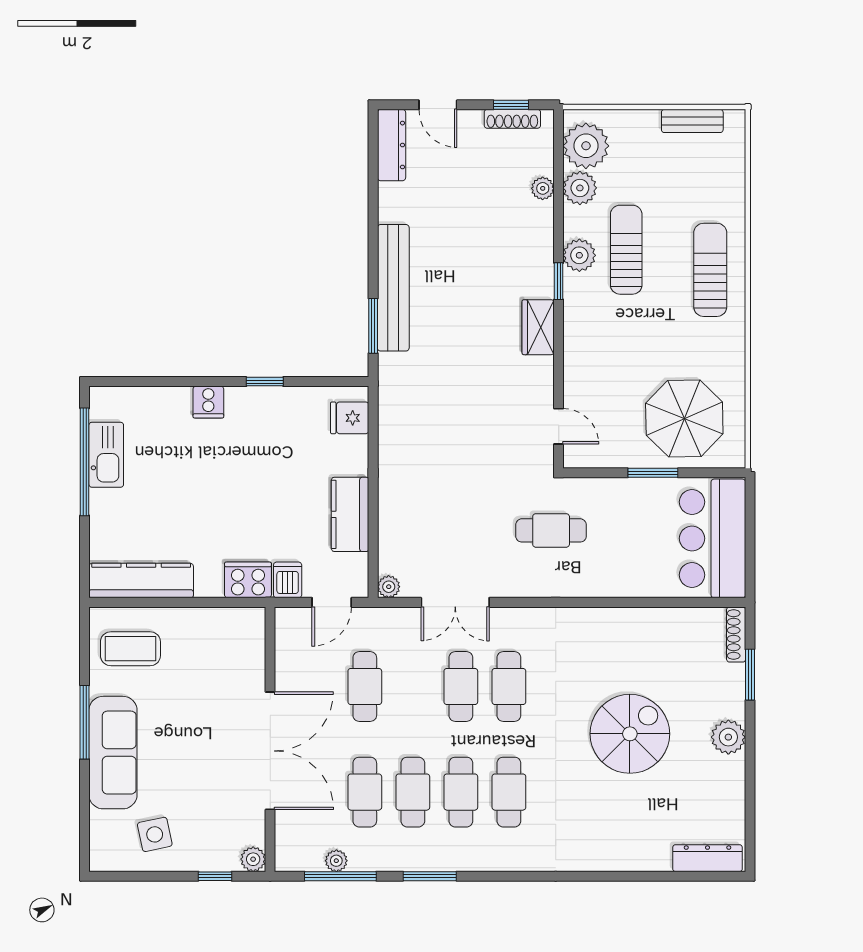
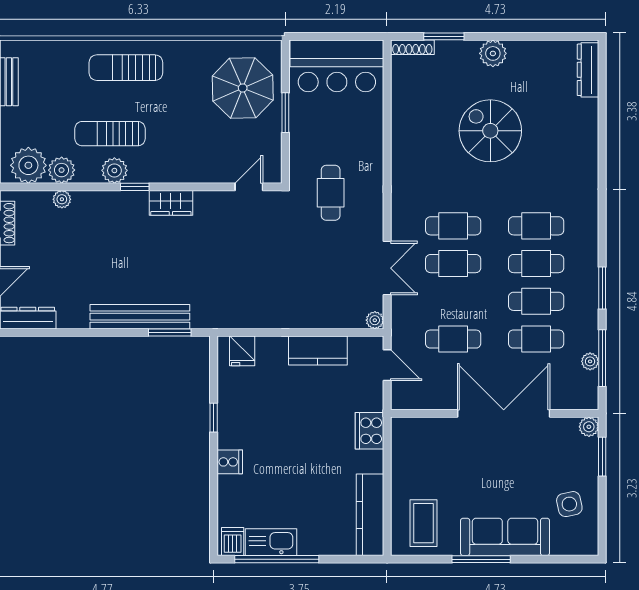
dishwasher: (288, 580) -> (233, 542), moved, turned 90
window: (215, 876) -> (602, 457), width x1.50

